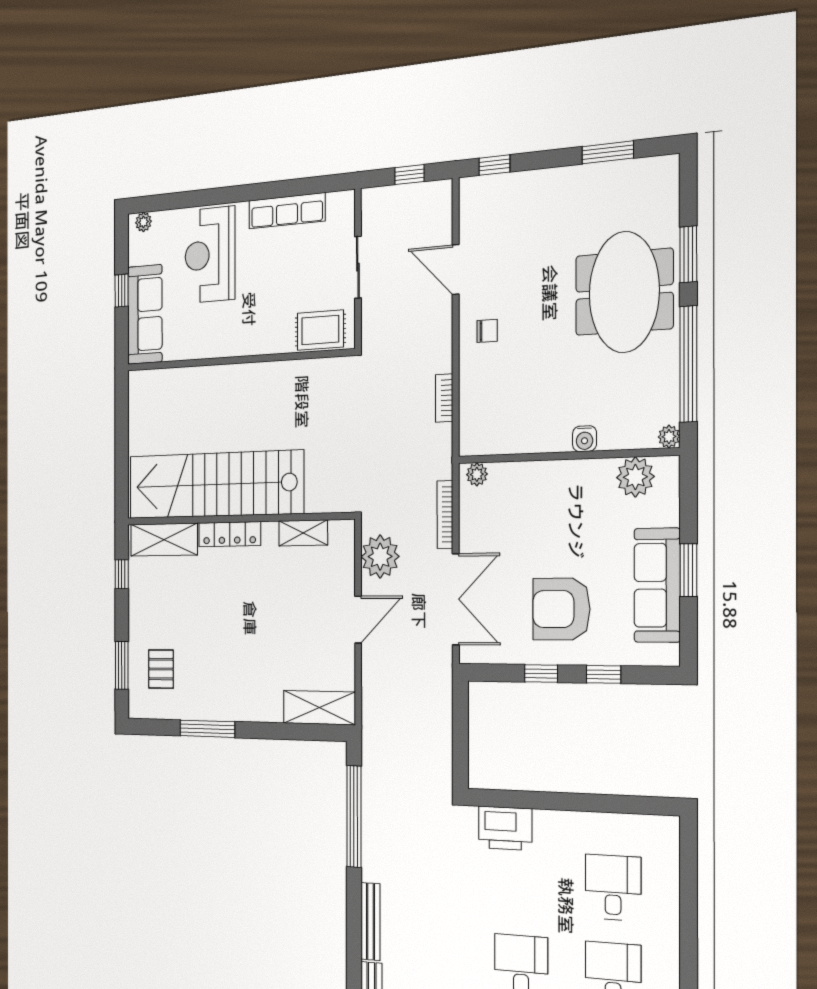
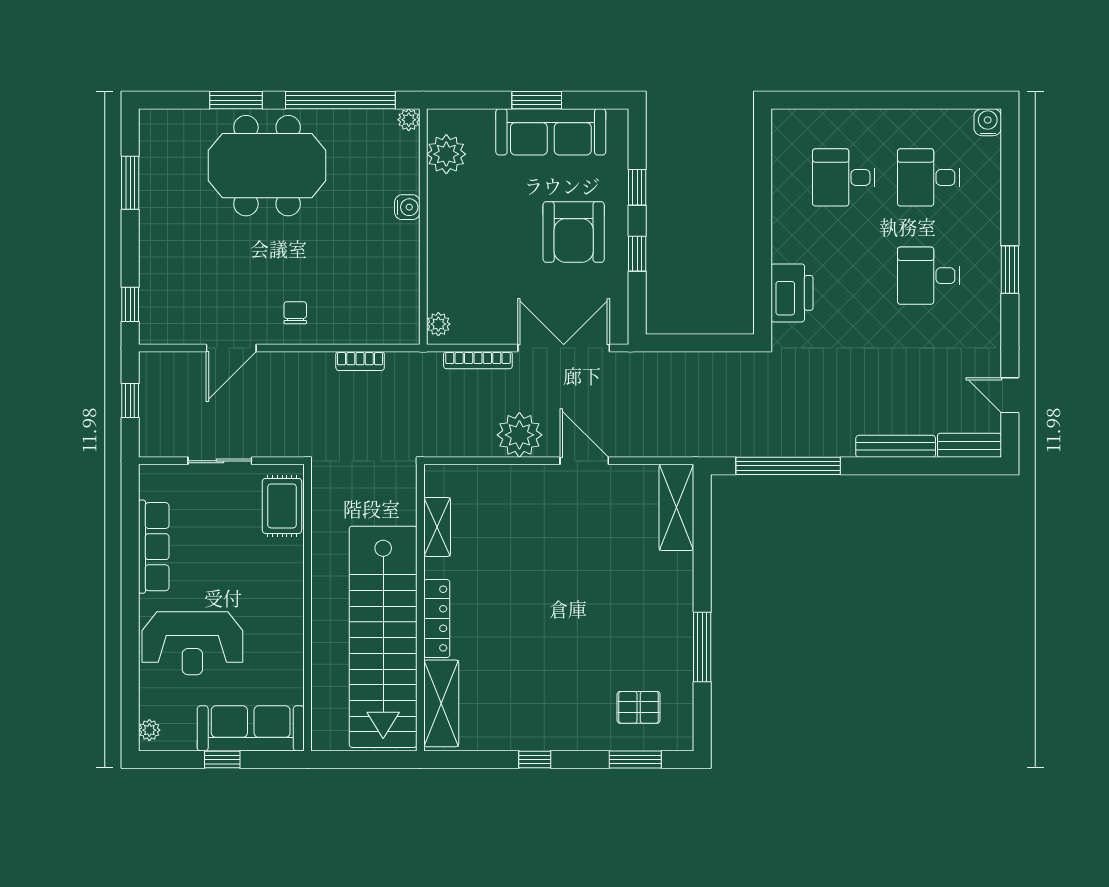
stairs: (215, 485) -> (383, 637), moved
wall: (238, 519) -> (420, 608), moved
shelving: (303, 533) -> (437, 527), moved
locker: (230, 534) -> (437, 619), moved
shelving: (164, 540) -> (441, 703), moved

